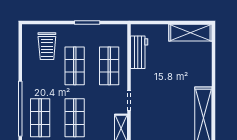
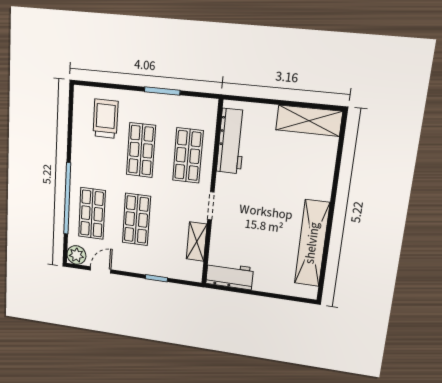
trolley: (47, 46) -> (106, 119), turned 180
workbench: (139, 52) -> (231, 141), width x1.37

